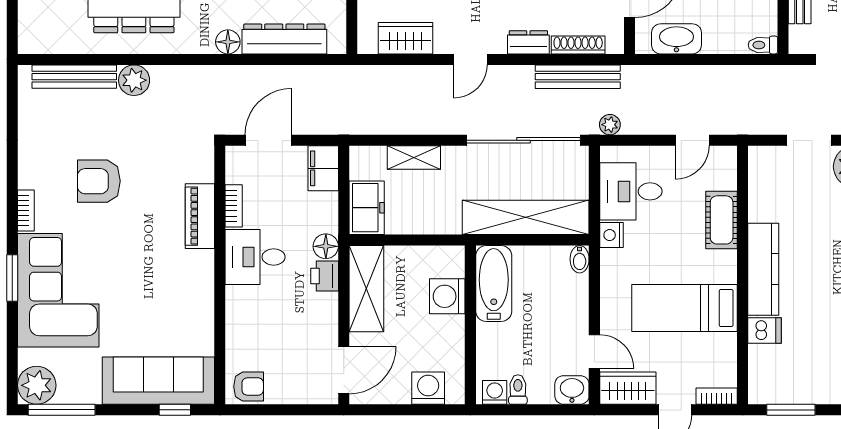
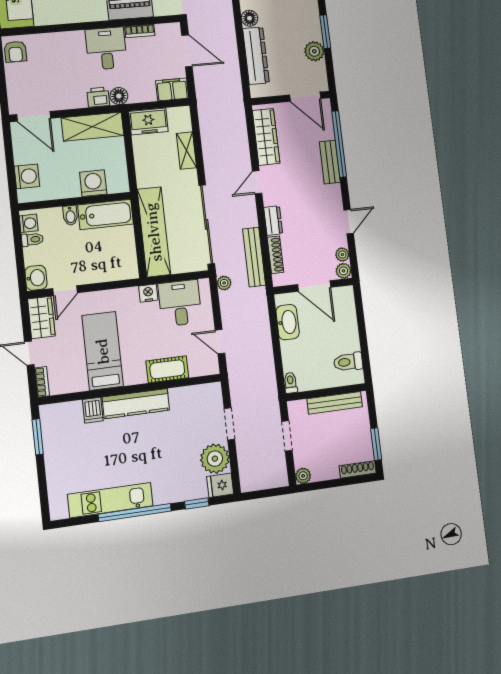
wardrobe: (405, 38) -> (266, 137), width x1.50
door: (470, 59) -> (257, 182), hinge flipped
bidet: (580, 259) -> (70, 215), moved, turned -90

